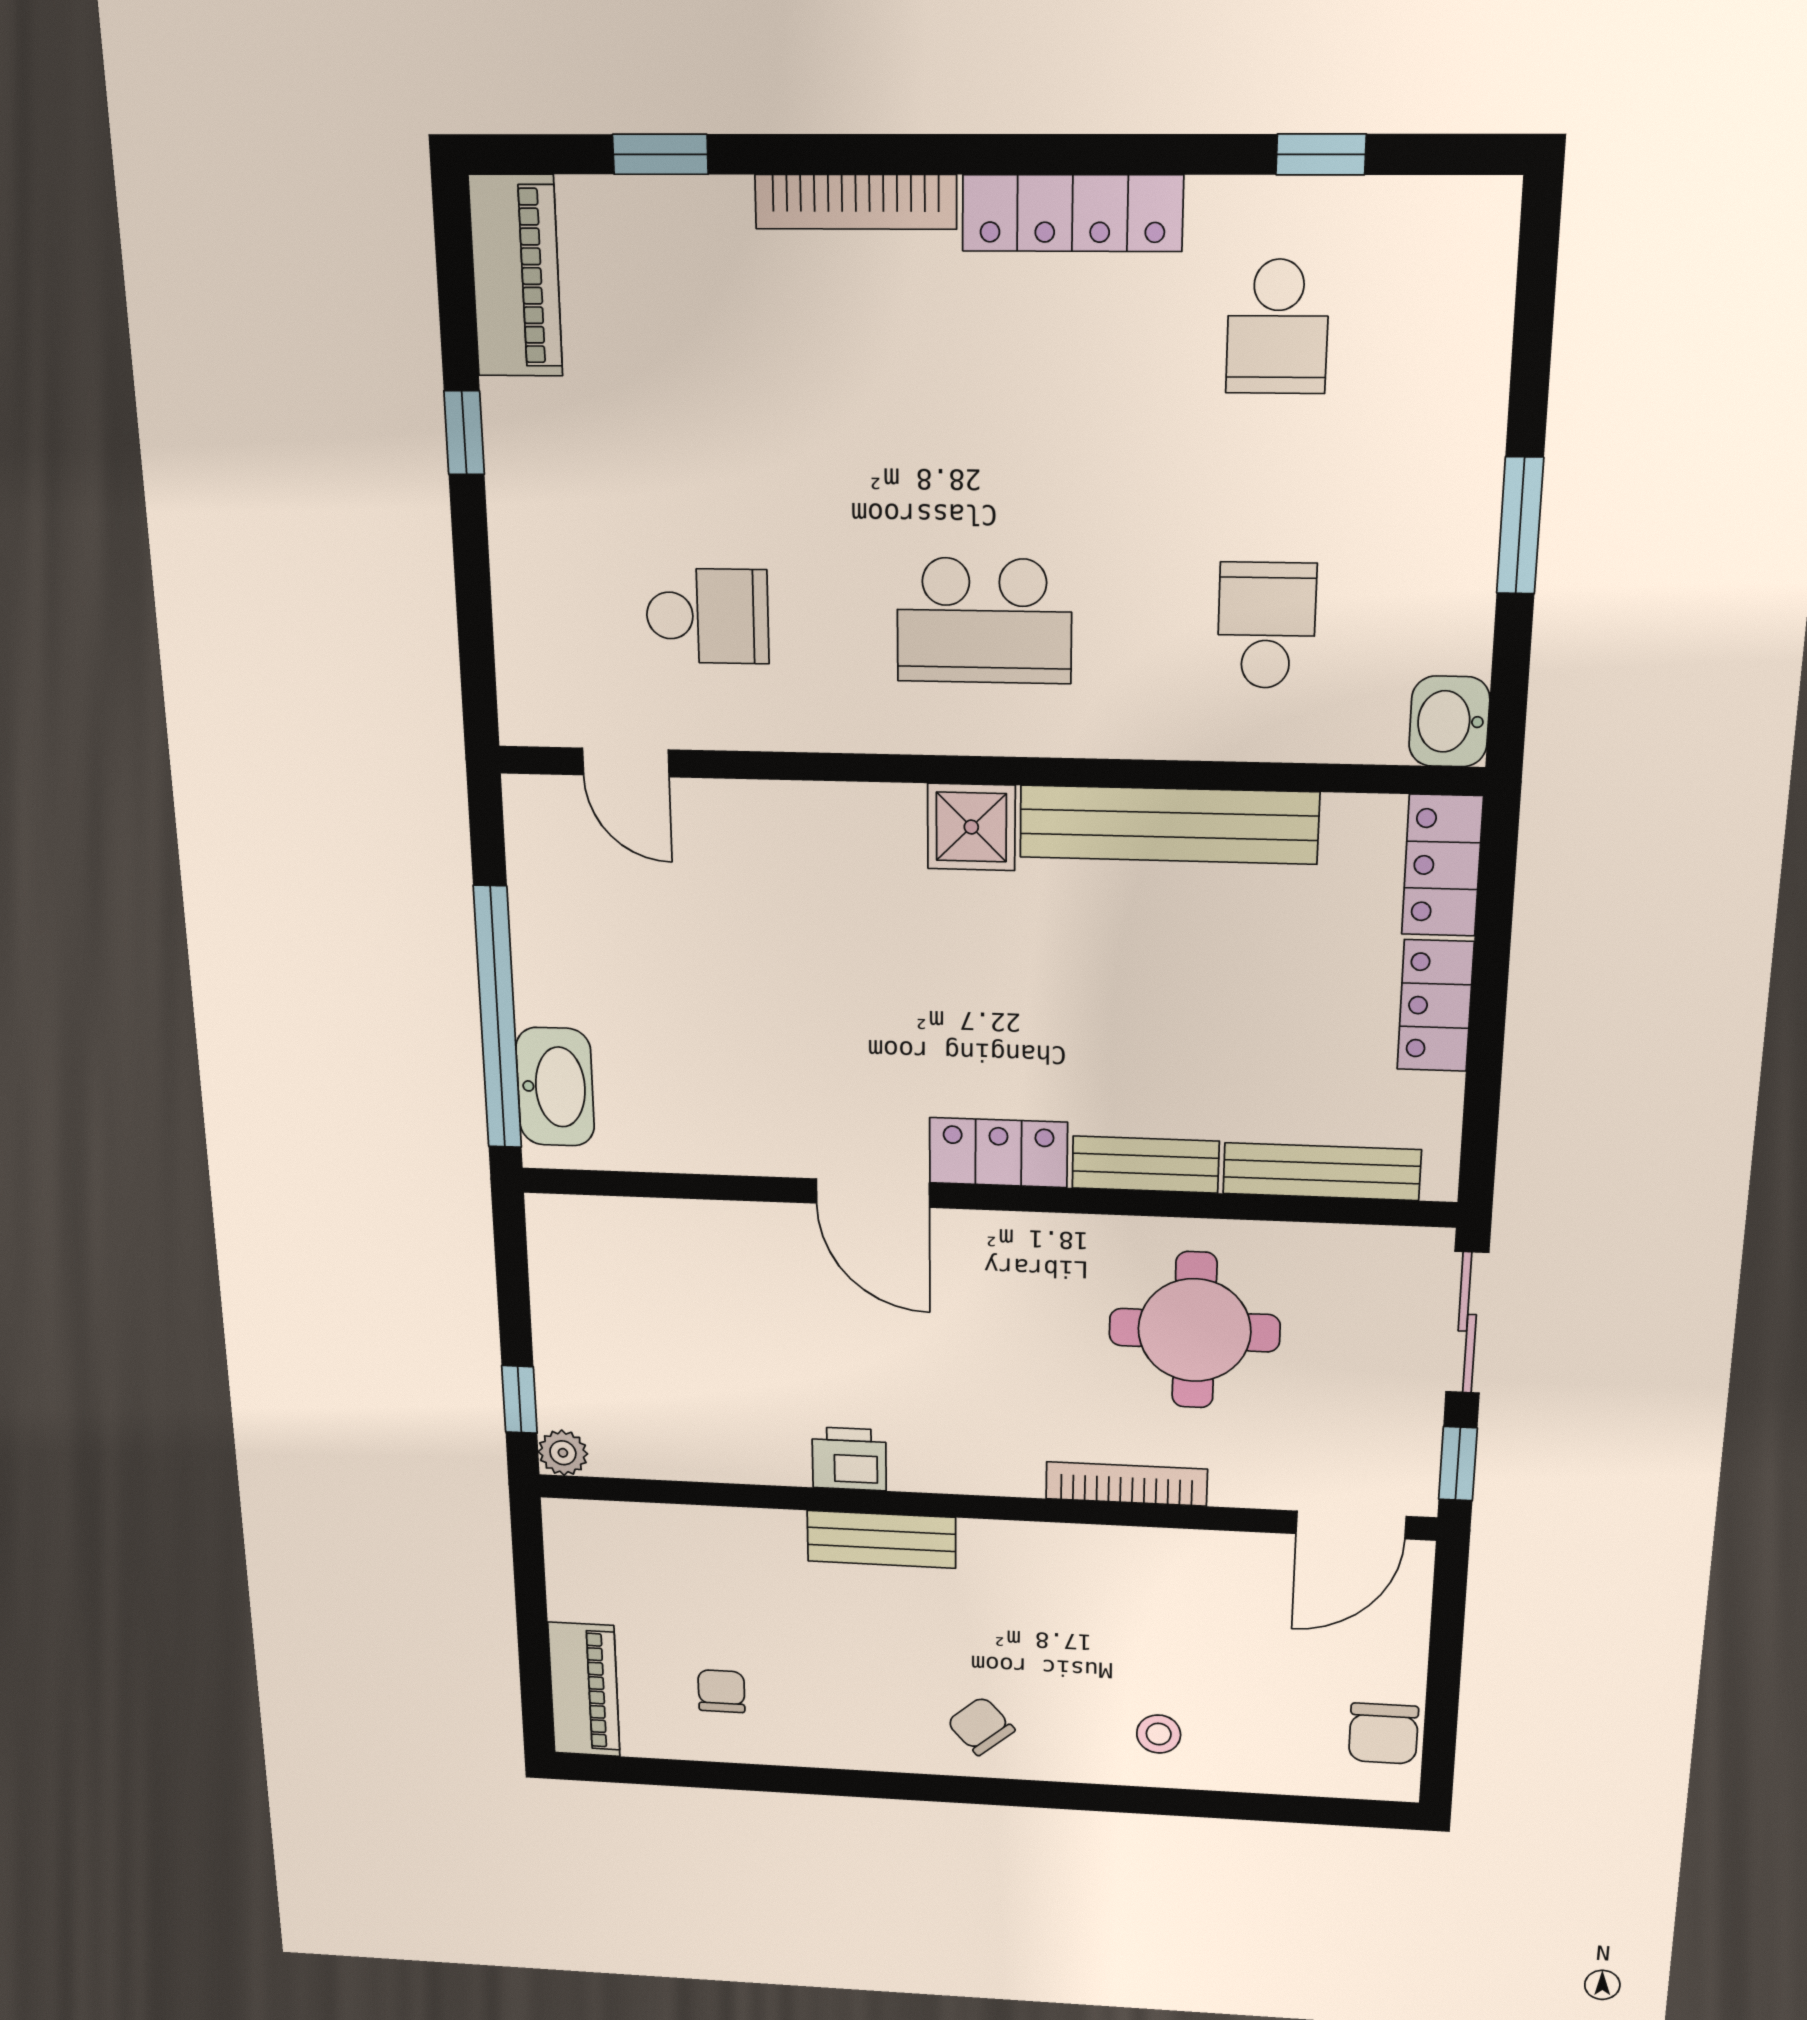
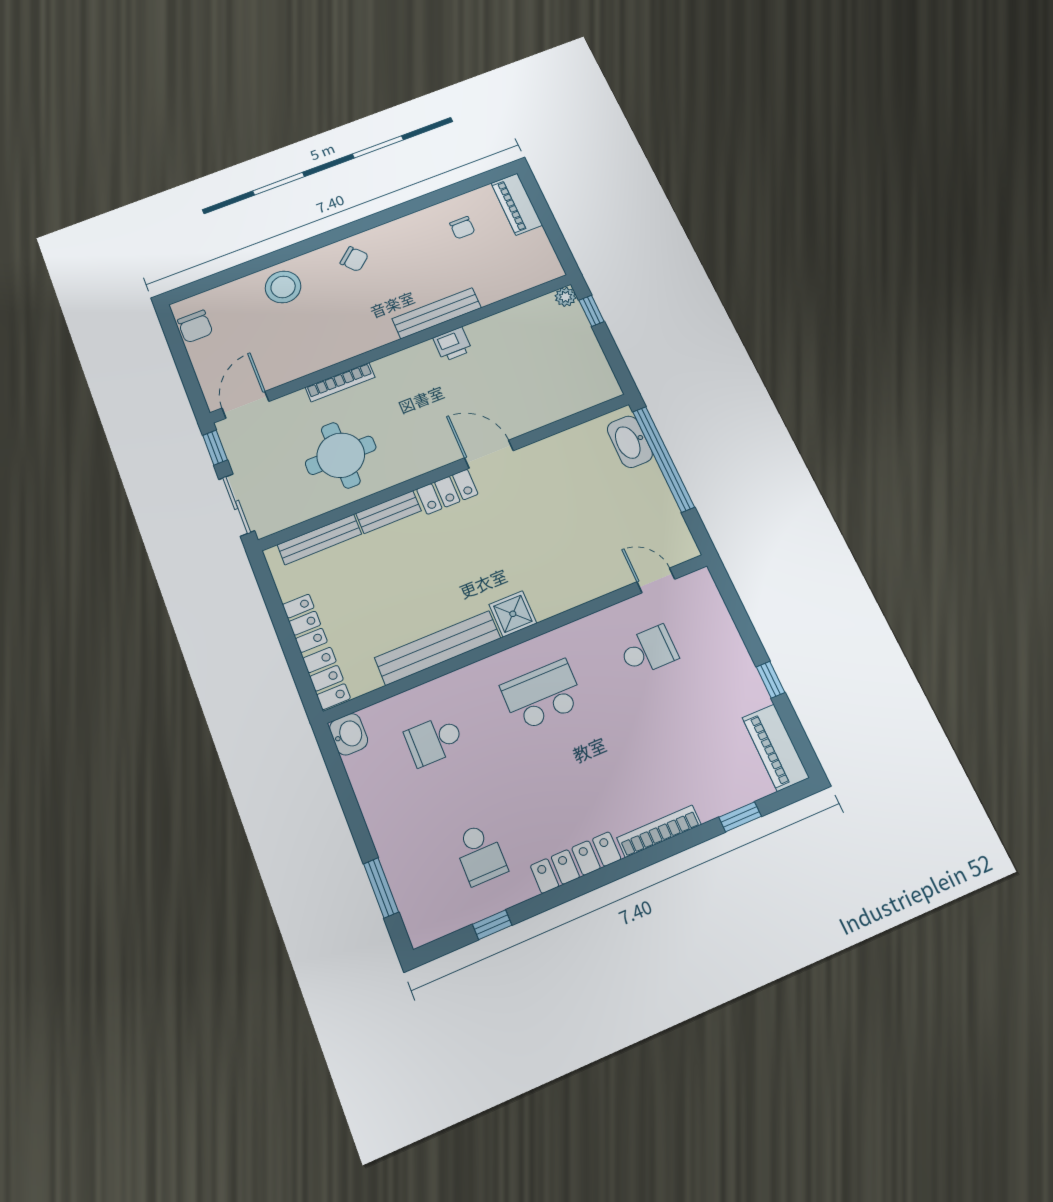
school desk: (1278, 327) -> (480, 854), turned 180
window: (1520, 526) -> (381, 888), moved
school desk: (707, 616) -> (648, 650), turned 180
school desk: (1267, 625) -> (434, 740), turned 90
bench: (881, 1539) -> (437, 313), width x1.36
stool: (1159, 1734) -> (283, 287), width x1.89, depth x1.89
chair: (1383, 1734) -> (195, 326), turned 180

